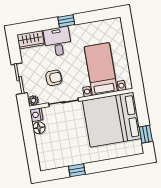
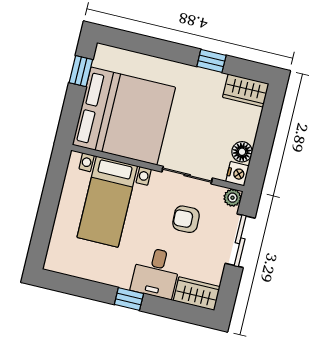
wardrobe: (51, 162) -> (246, 91), added

